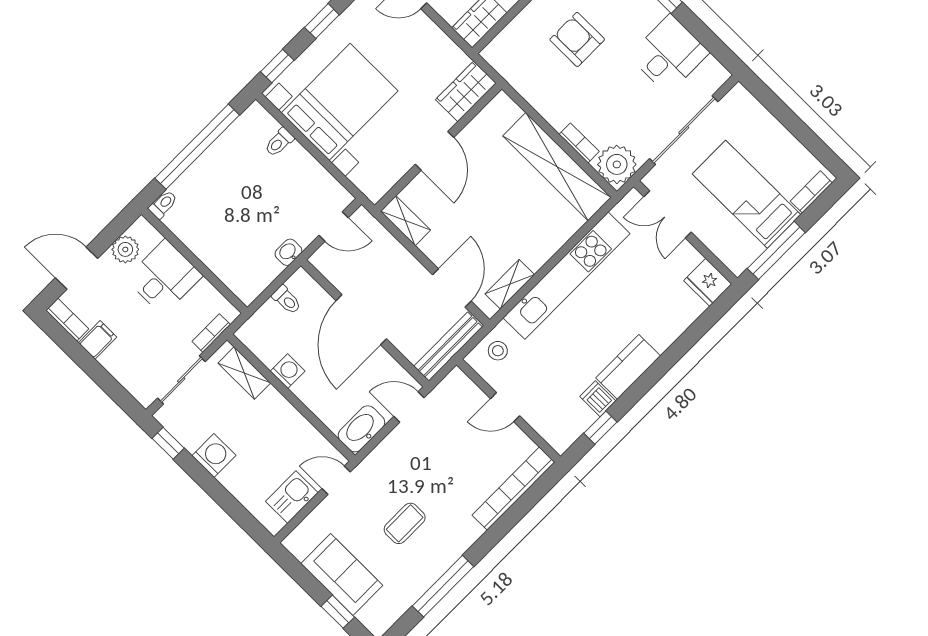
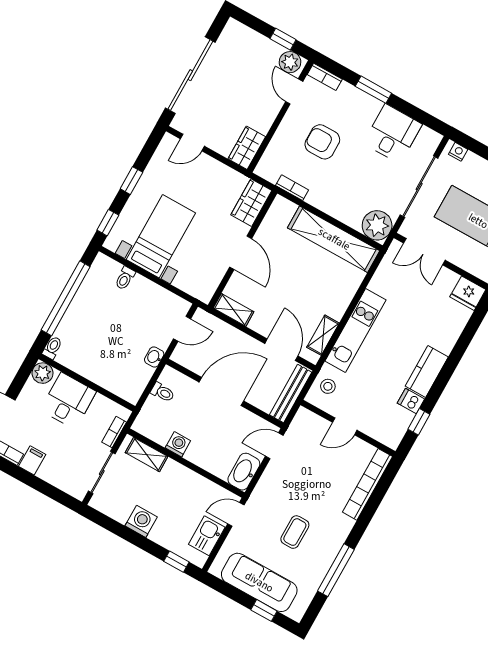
nightstand: (746, 100) -> (458, 152), added
bed with nightstands: (340, 102) -> (161, 236), width x0.73
bookcase: (579, 143) -> (292, 188), moved
plant: (125, 249) -> (43, 373), moved
kitchen unit: (567, 276) -> (356, 330), width x0.73
door: (361, 320) -> (221, 392), swing flipped
window: (168, 443) -> (176, 562), moved
sofa: (342, 575) -> (259, 582), width x1.36

